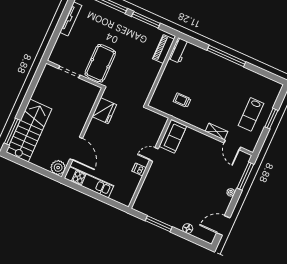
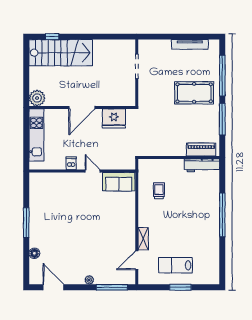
workbench: (179, 50) -> (202, 165), width x1.38
pool table: (100, 63) -> (194, 93), moved
window: (12, 132) -> (52, 37), width x0.46
sofa: (173, 136) -> (119, 182), moved
door: (76, 149) -> (82, 107), moved
door: (154, 154) -> (93, 171), moved
wall: (150, 163) -> (82, 171), moved
dishwasher: (139, 169) -> (71, 163), moved

